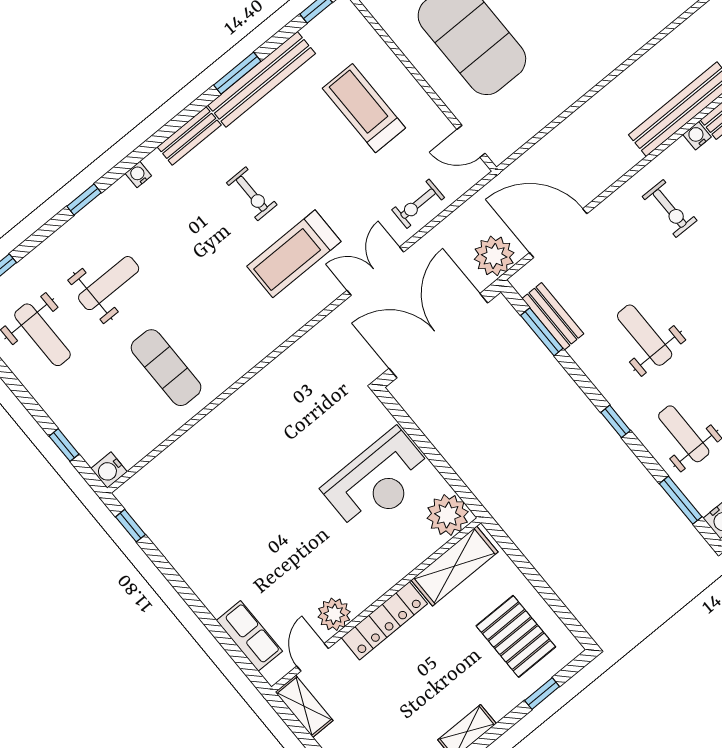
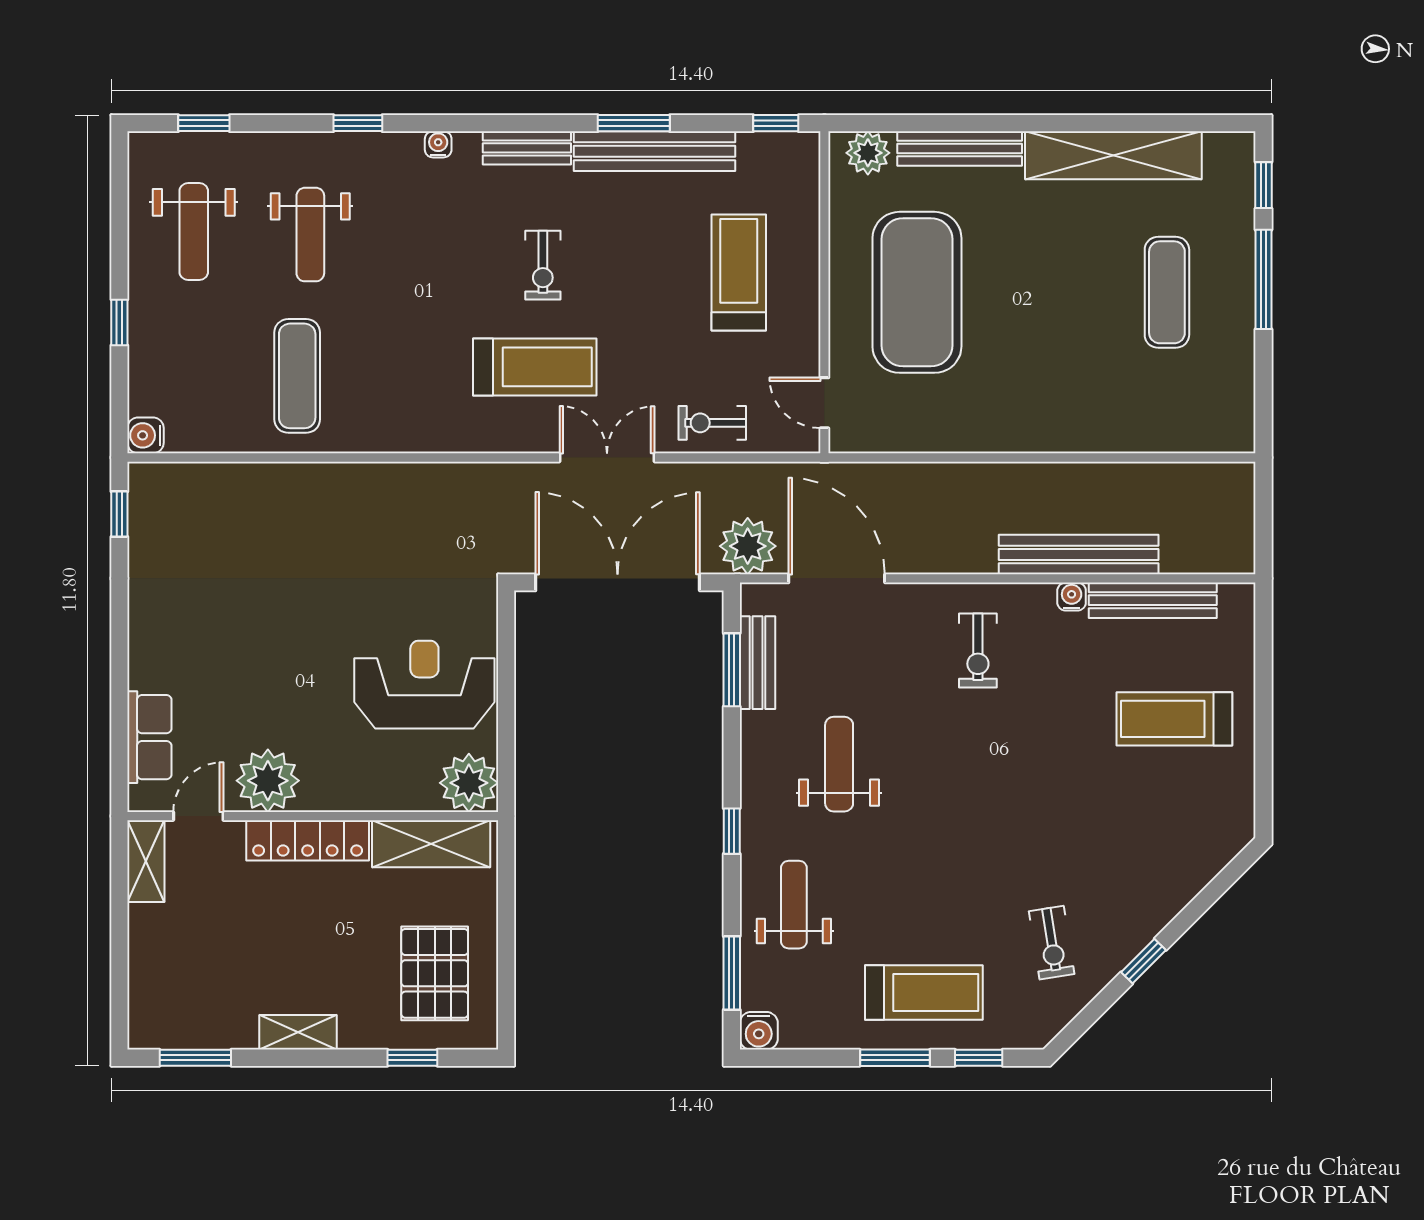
treadmill: (294, 254) -> (535, 367), turned 180
weight bench: (109, 283) -> (310, 235), turned 90
window: (64, 445) -> (119, 322), moved
reception desk: (378, 481) -> (424, 685), turned 180
plant: (334, 614) -> (268, 781), width x1.36, depth x1.36

